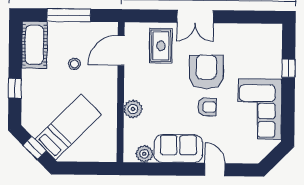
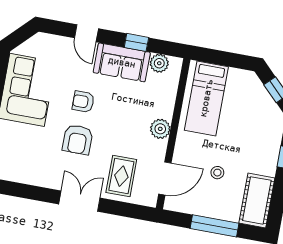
armchair: (206, 72) -> (78, 140), width x0.73, depth x0.73
plant: (133, 109) -> (160, 129), moved
bed: (68, 127) -> (206, 98), moved, turned -45
window: (168, 169) -> (136, 42), added

